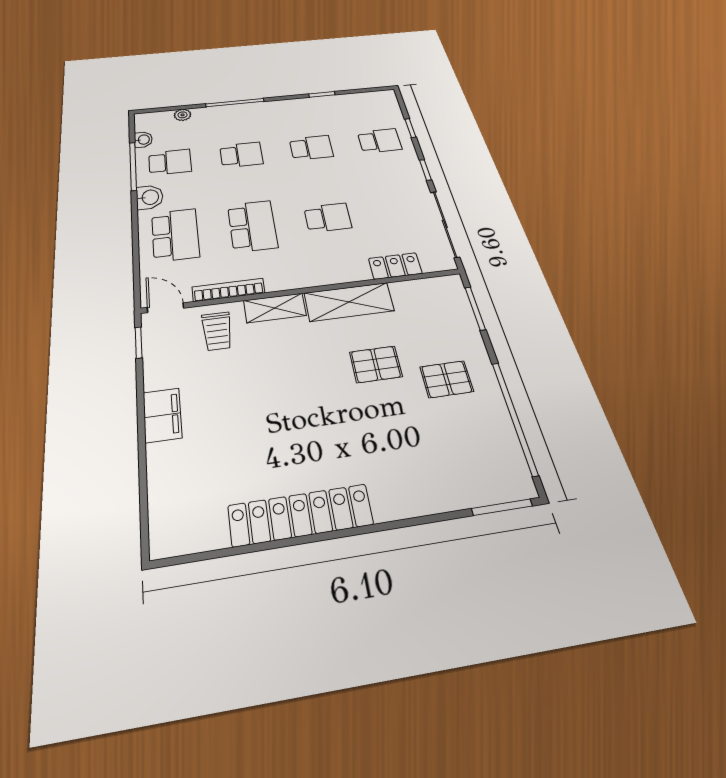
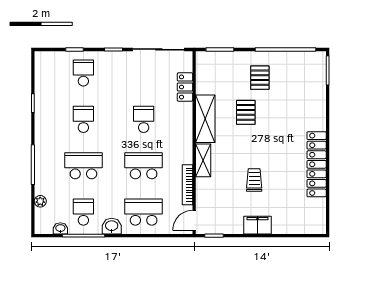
school desk: (241, 155) -> (83, 166), width x1.85
trolley: (217, 331) -> (254, 180), moved, turned -90

